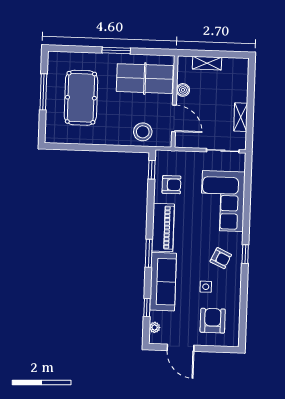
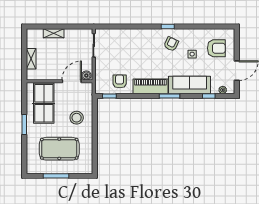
boiler: (183, 90) -> (86, 75), moved
shelving: (241, 117) -> (54, 33), moved
stool: (143, 132) -> (77, 118), moved
corner sofa: (223, 201) -> (130, 44), removed
armchair: (213, 321) -> (216, 48), turned 180

